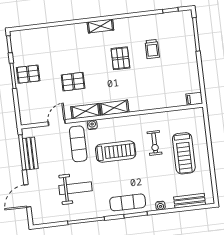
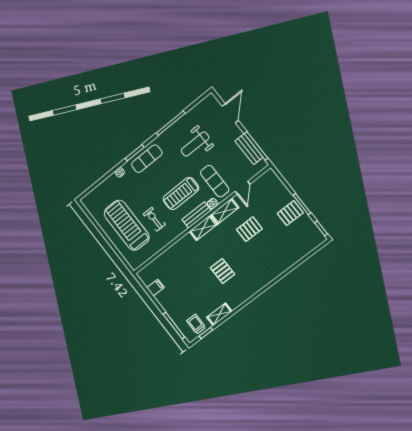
shelving: (100, 26) -> (219, 314), moved
trolley: (152, 49) -> (196, 324), moved
filing cabinet: (194, 99) -> (155, 288), moved
treadmill: (184, 153) -> (127, 225), width x1.37, depth x1.38
bench: (190, 201) -> (196, 215), moved

